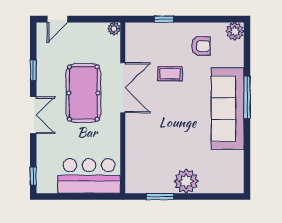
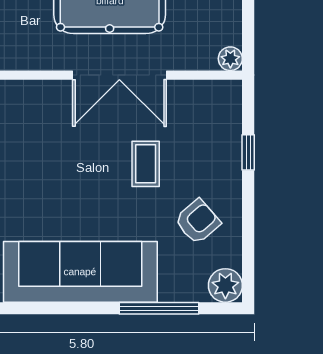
armchair: (201, 46) -> (198, 222), turned -131
window: (247, 97) -> (159, 308), moved

